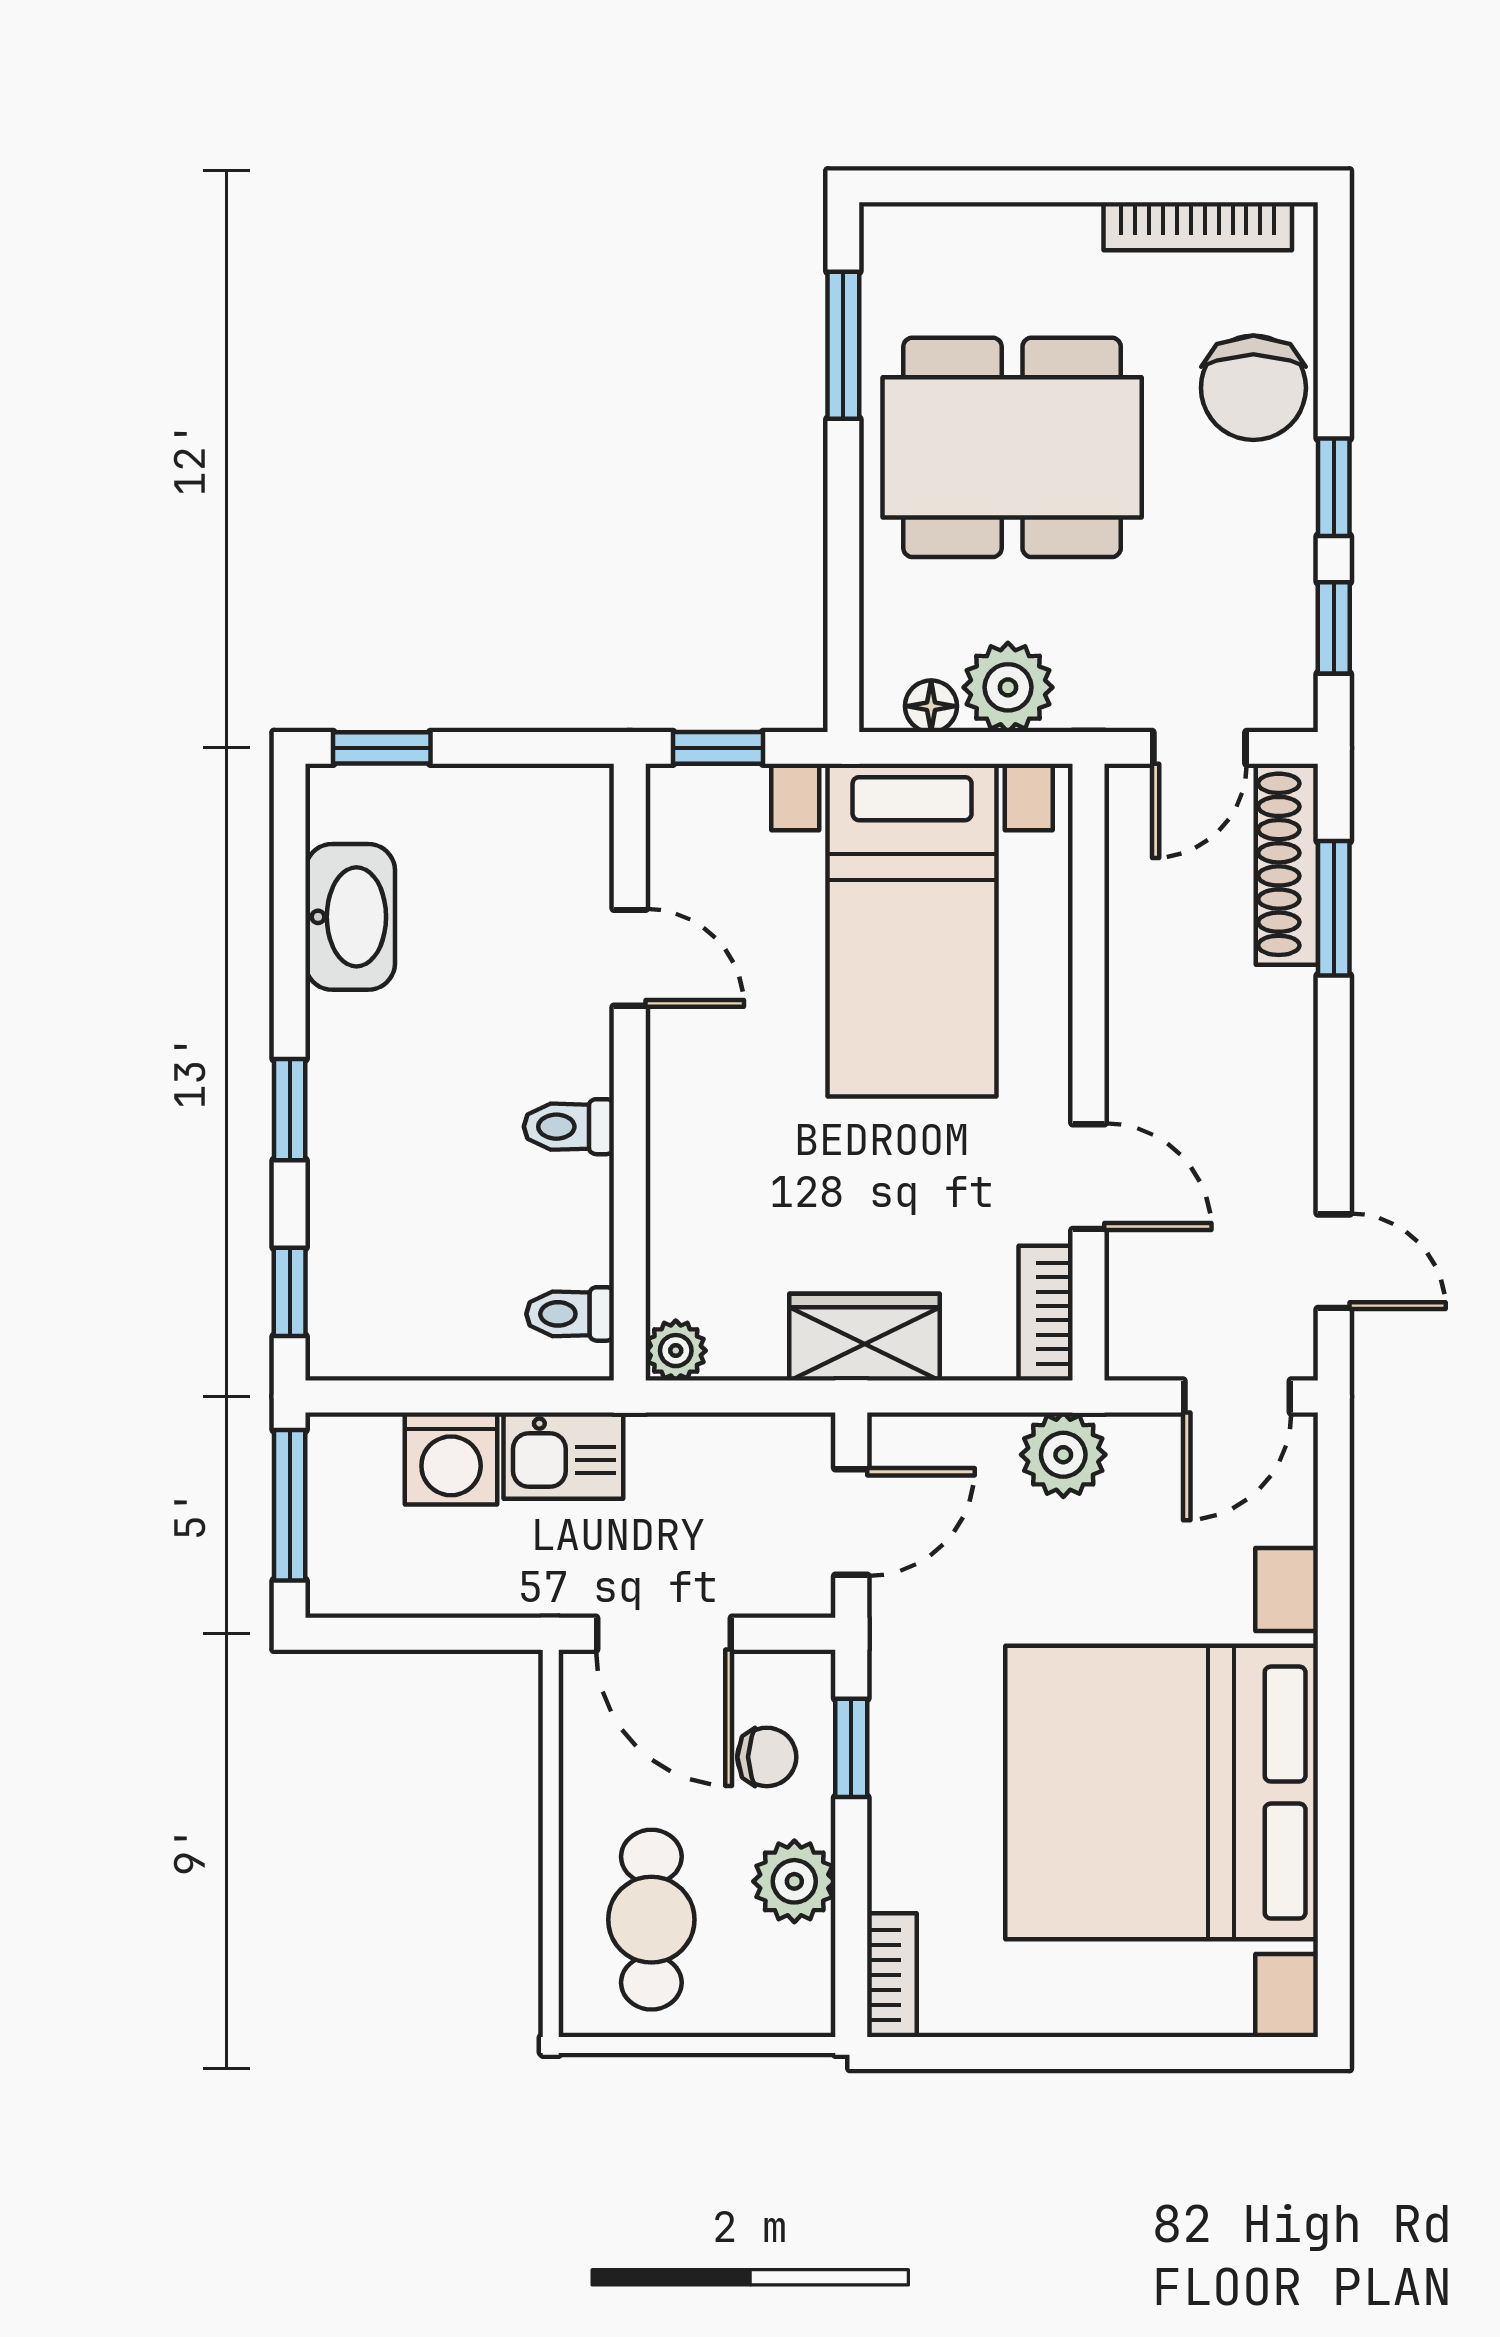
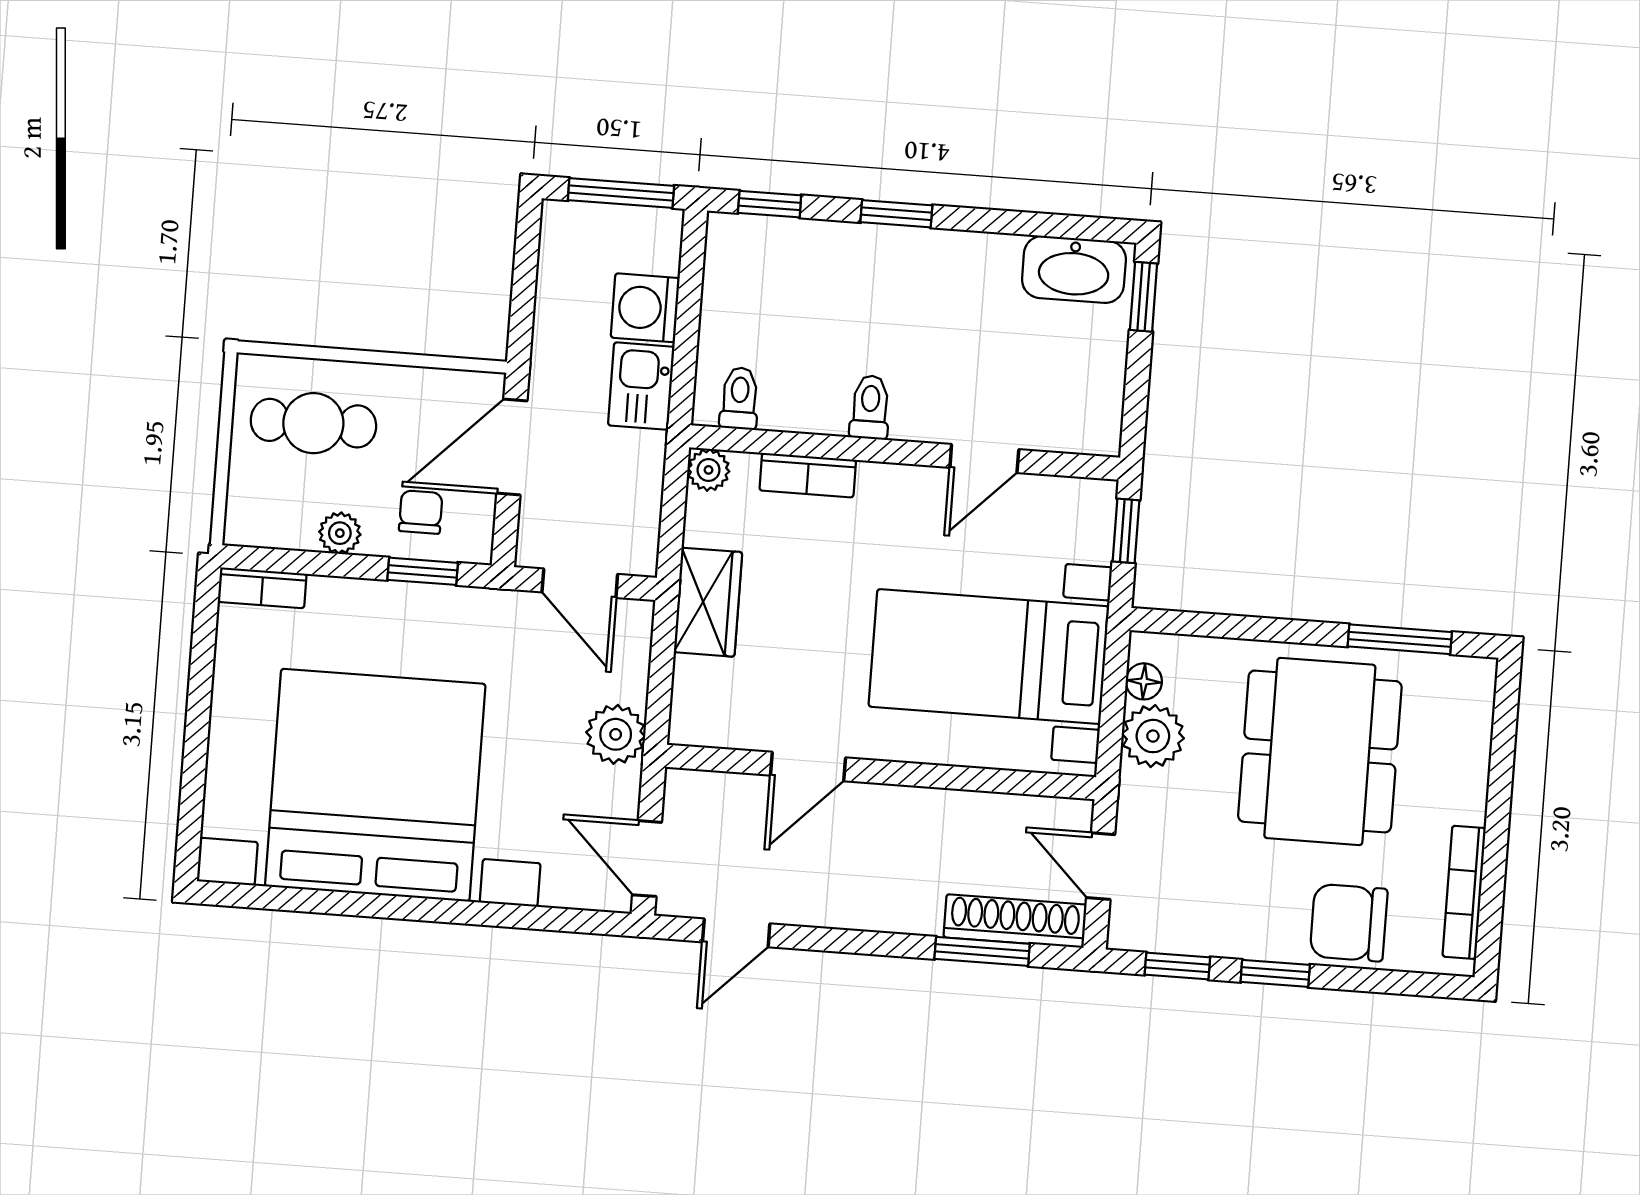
washbasin: (350, 917) -> (1074, 269), moved
bookcase: (1046, 1313) -> (808, 475), moved, turned 180
chair: (767, 1757) -> (421, 512), turned 180
plant: (794, 1881) -> (340, 533), width x0.73, depth x0.73

